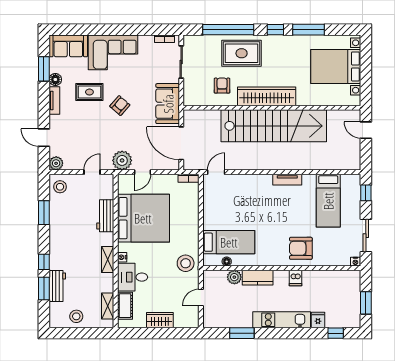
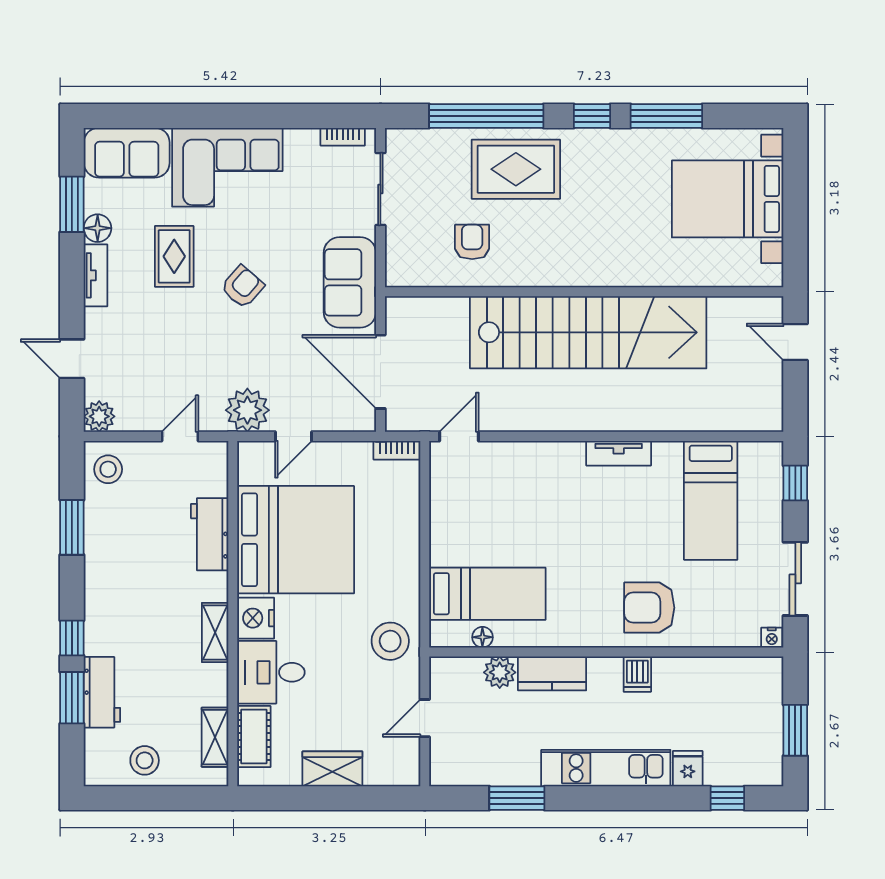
rug: (89, 92) -> (174, 256), turned 90
wardrobe: (267, 96) -> (572, 266), removed
nightstand: (122, 257) -> (256, 618), width x1.89, depth x1.79

